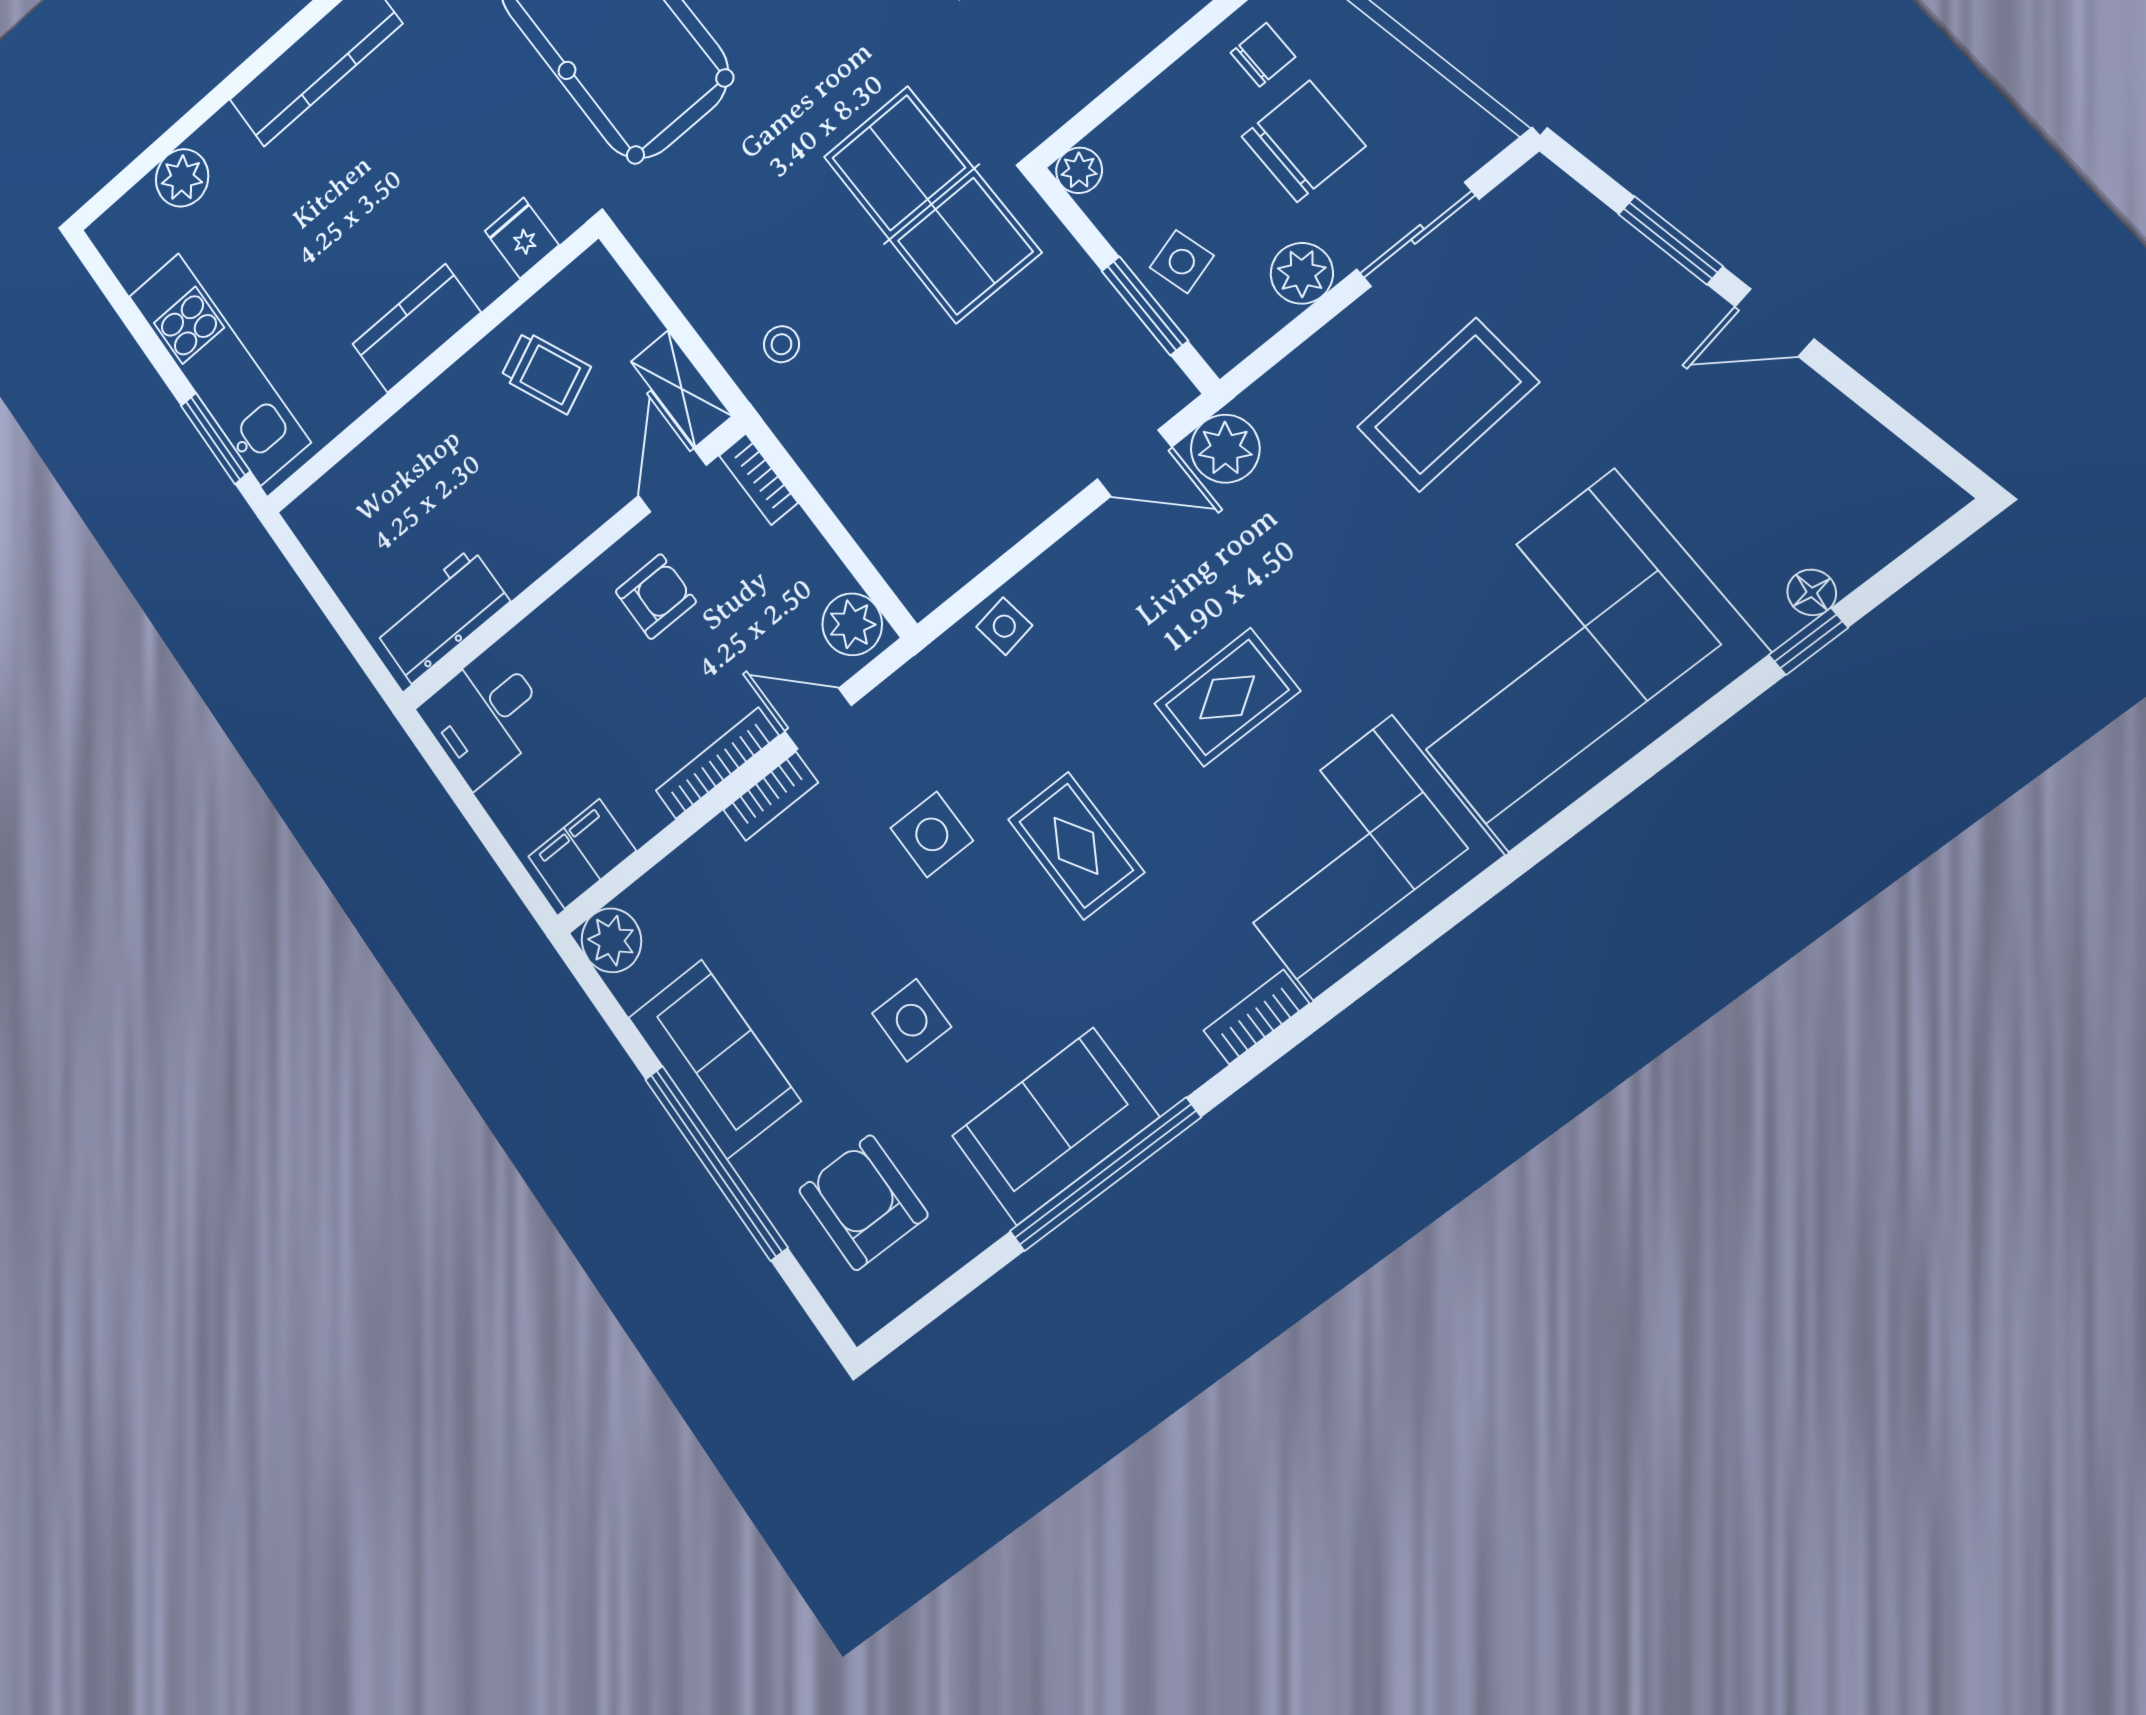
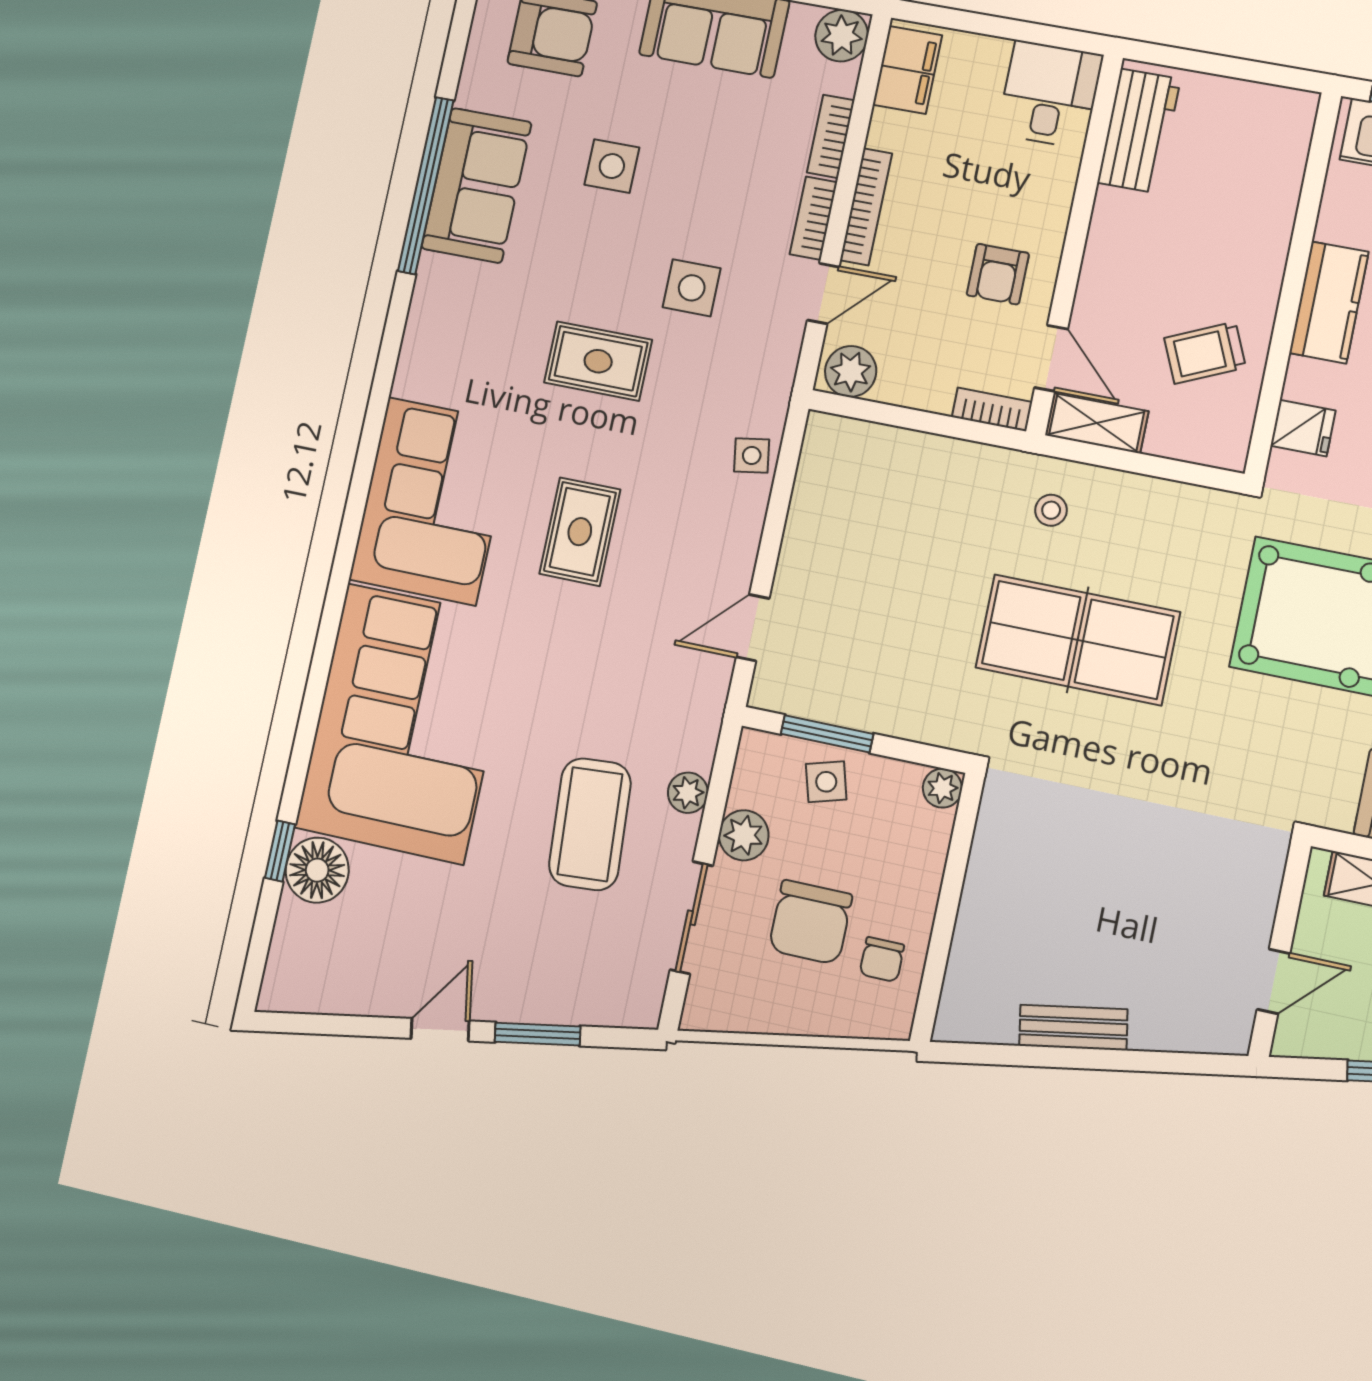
table tennis table: (932, 204) -> (1078, 640), moved
plant: (1225, 449) -> (688, 793), moved, width x0.73, depth x0.73
floor lamp: (1812, 592) -> (317, 870), width x1.89, depth x1.89
bookcase: (1256, 1017) -> (831, 136), moved, turned 180

